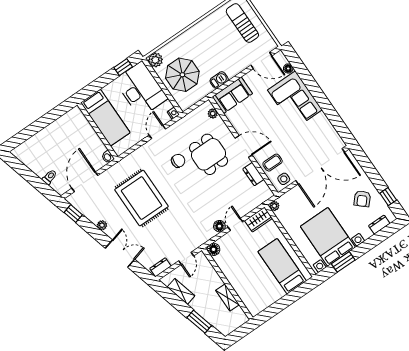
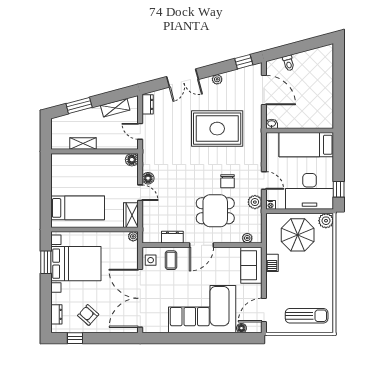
corner sofa: (295, 100) -> (202, 309), width x1.36, depth x1.36
plant: (180, 127) -> (255, 202), added

